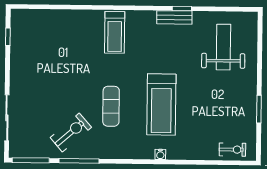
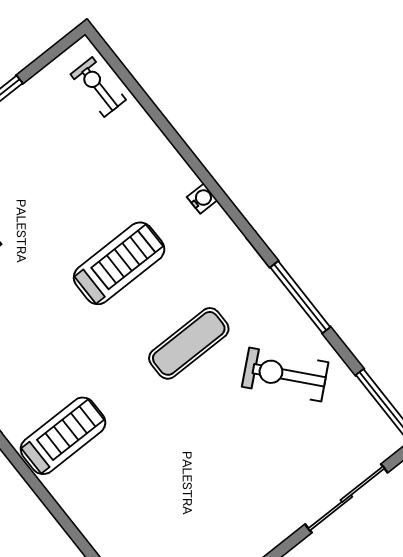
treadmill: (161, 104) -> (119, 263), width x0.73, depth x0.73
window: (79, 161) -> (300, 297), moved

